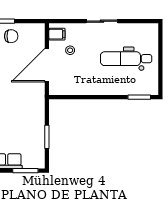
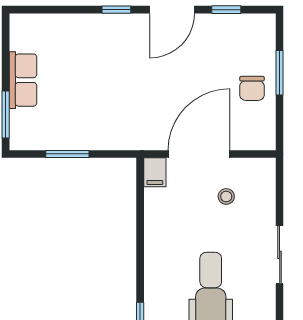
filing cabinet: (57, 34) -> (155, 172), moved
door: (47, 65) -> (199, 154), hinge flipped

